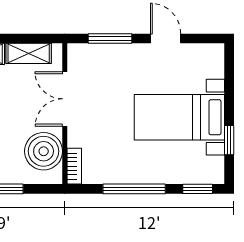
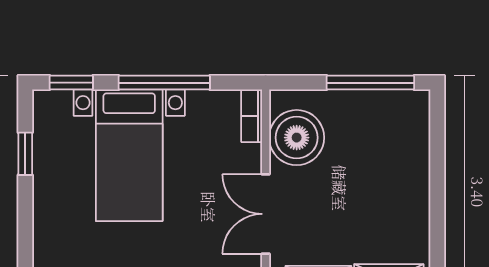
double door: (65, 99) -> (266, 214), swing flipped
bed with nightstands: (179, 117) -> (129, 155), moved, turned 90

